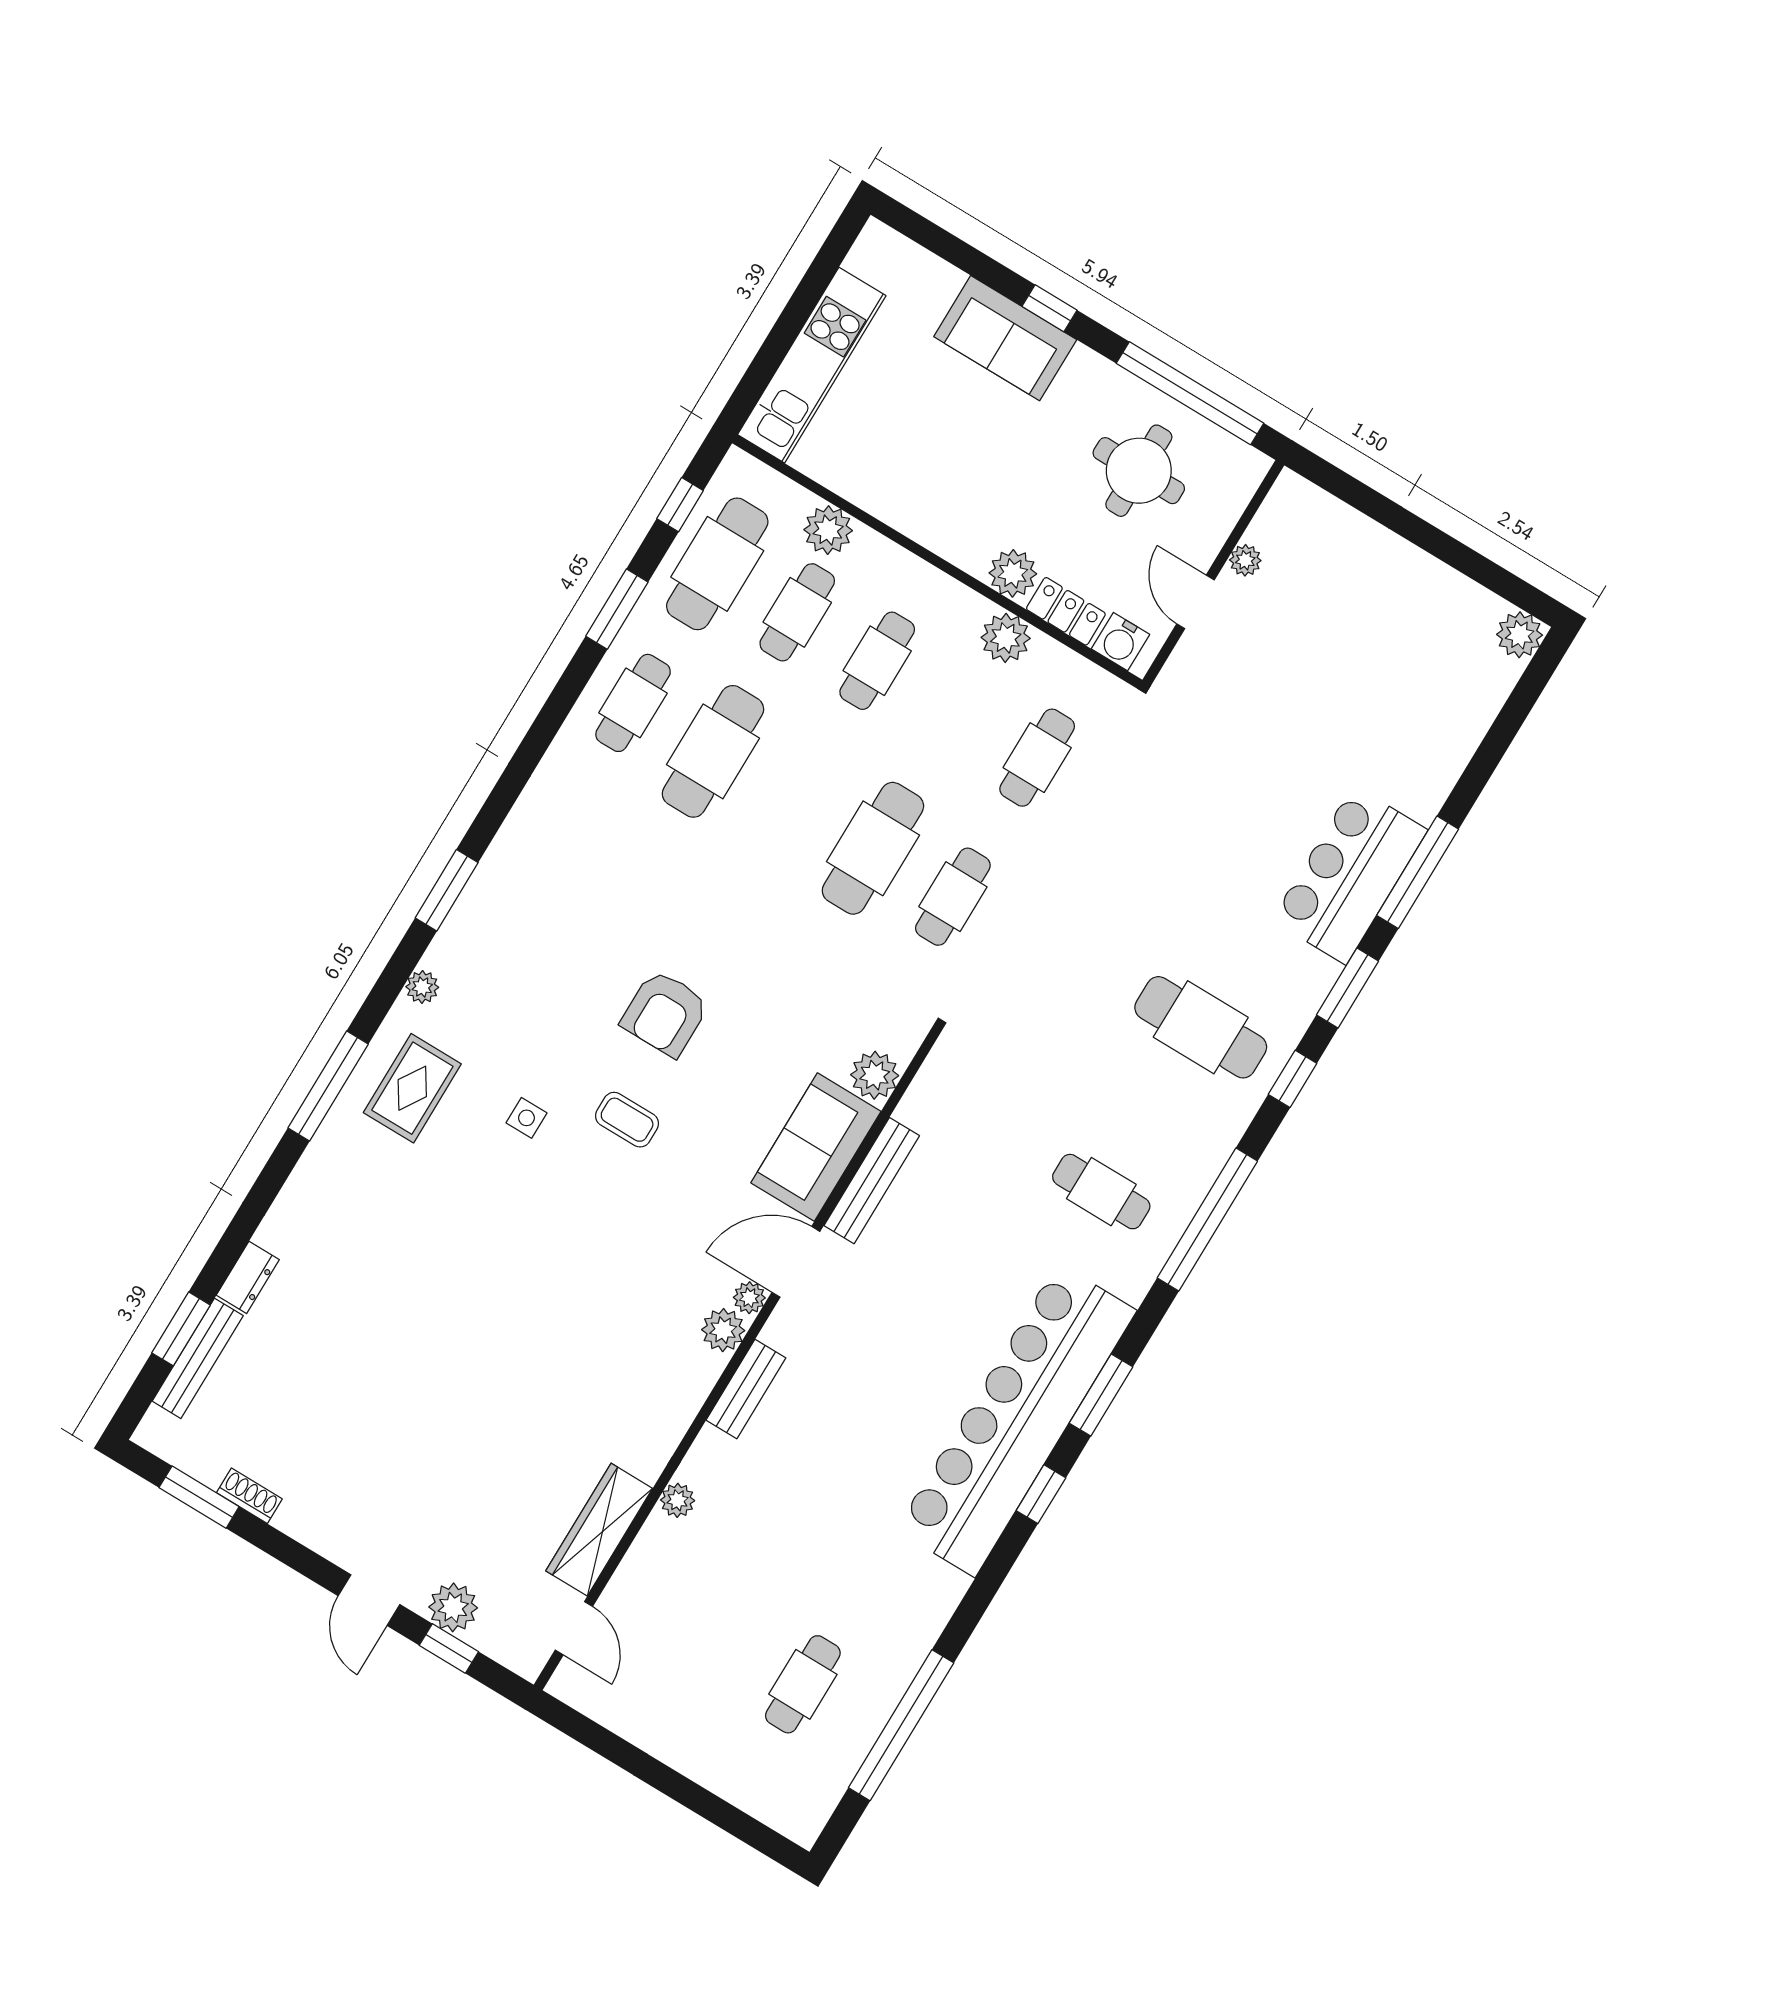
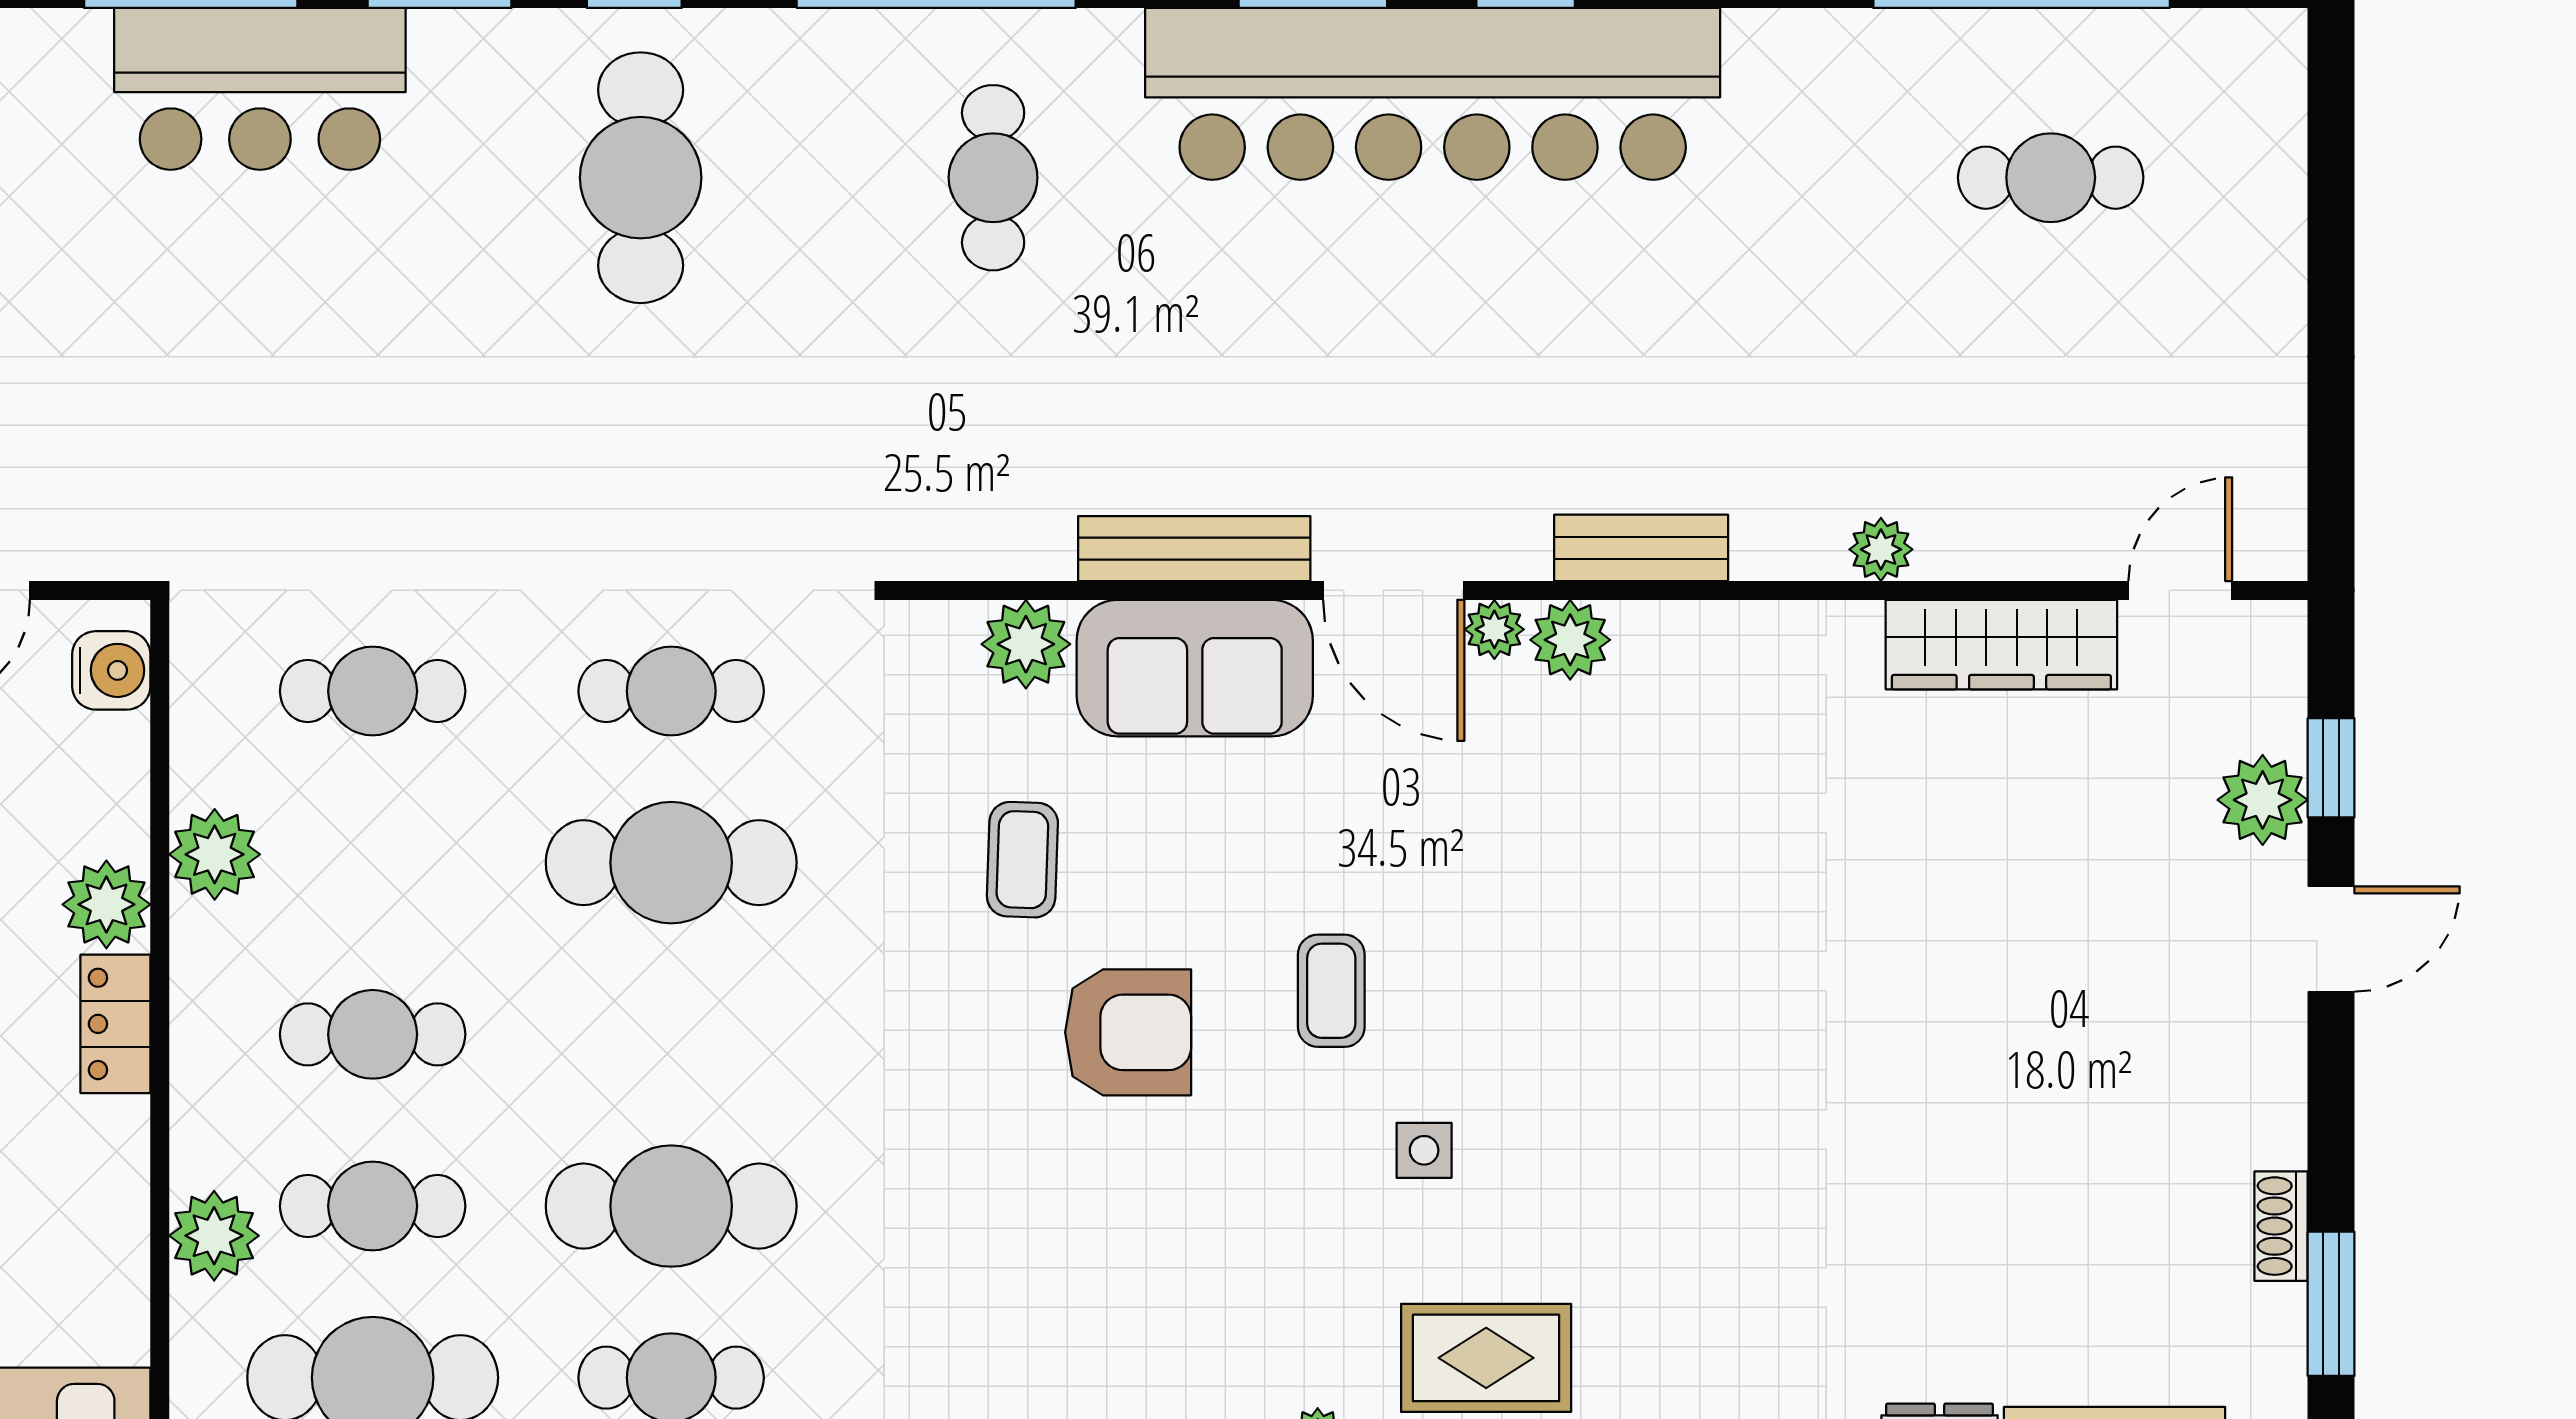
locker: (1066, 611) -> (115, 1024), moved
coffee table: (775, 1013) -> (1022, 860), added

